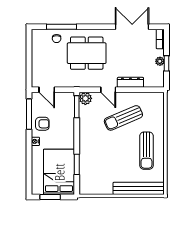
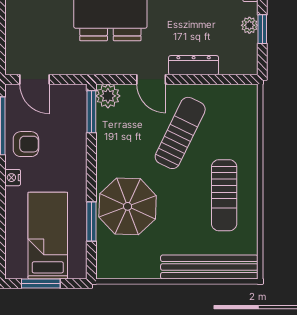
sun lounger: (123, 118) -> (180, 133), turned 139
parasol: (96, 156) -> (128, 206), added
bed: (59, 172) -> (48, 236), width x0.67

